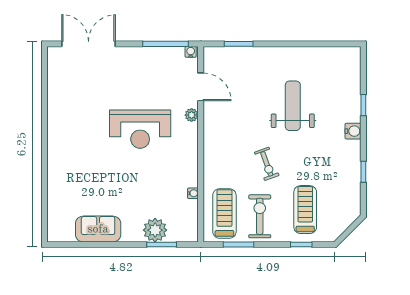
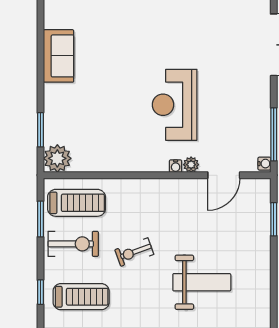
water cooler: (193, 193) -> (176, 166), moved
plant: (155, 230) -> (57, 158), moved

